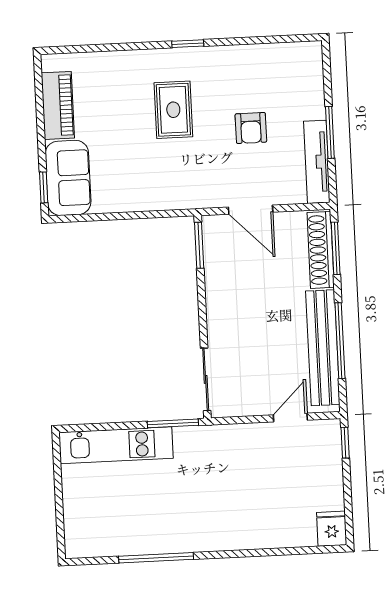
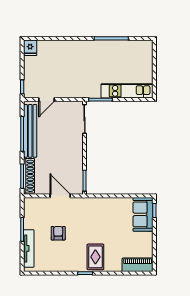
piano: (58, 105) -> (138, 265), moved, turned 90
rug: (173, 110) -> (95, 257), moved
tv unit: (317, 162) -> (29, 248), moved

